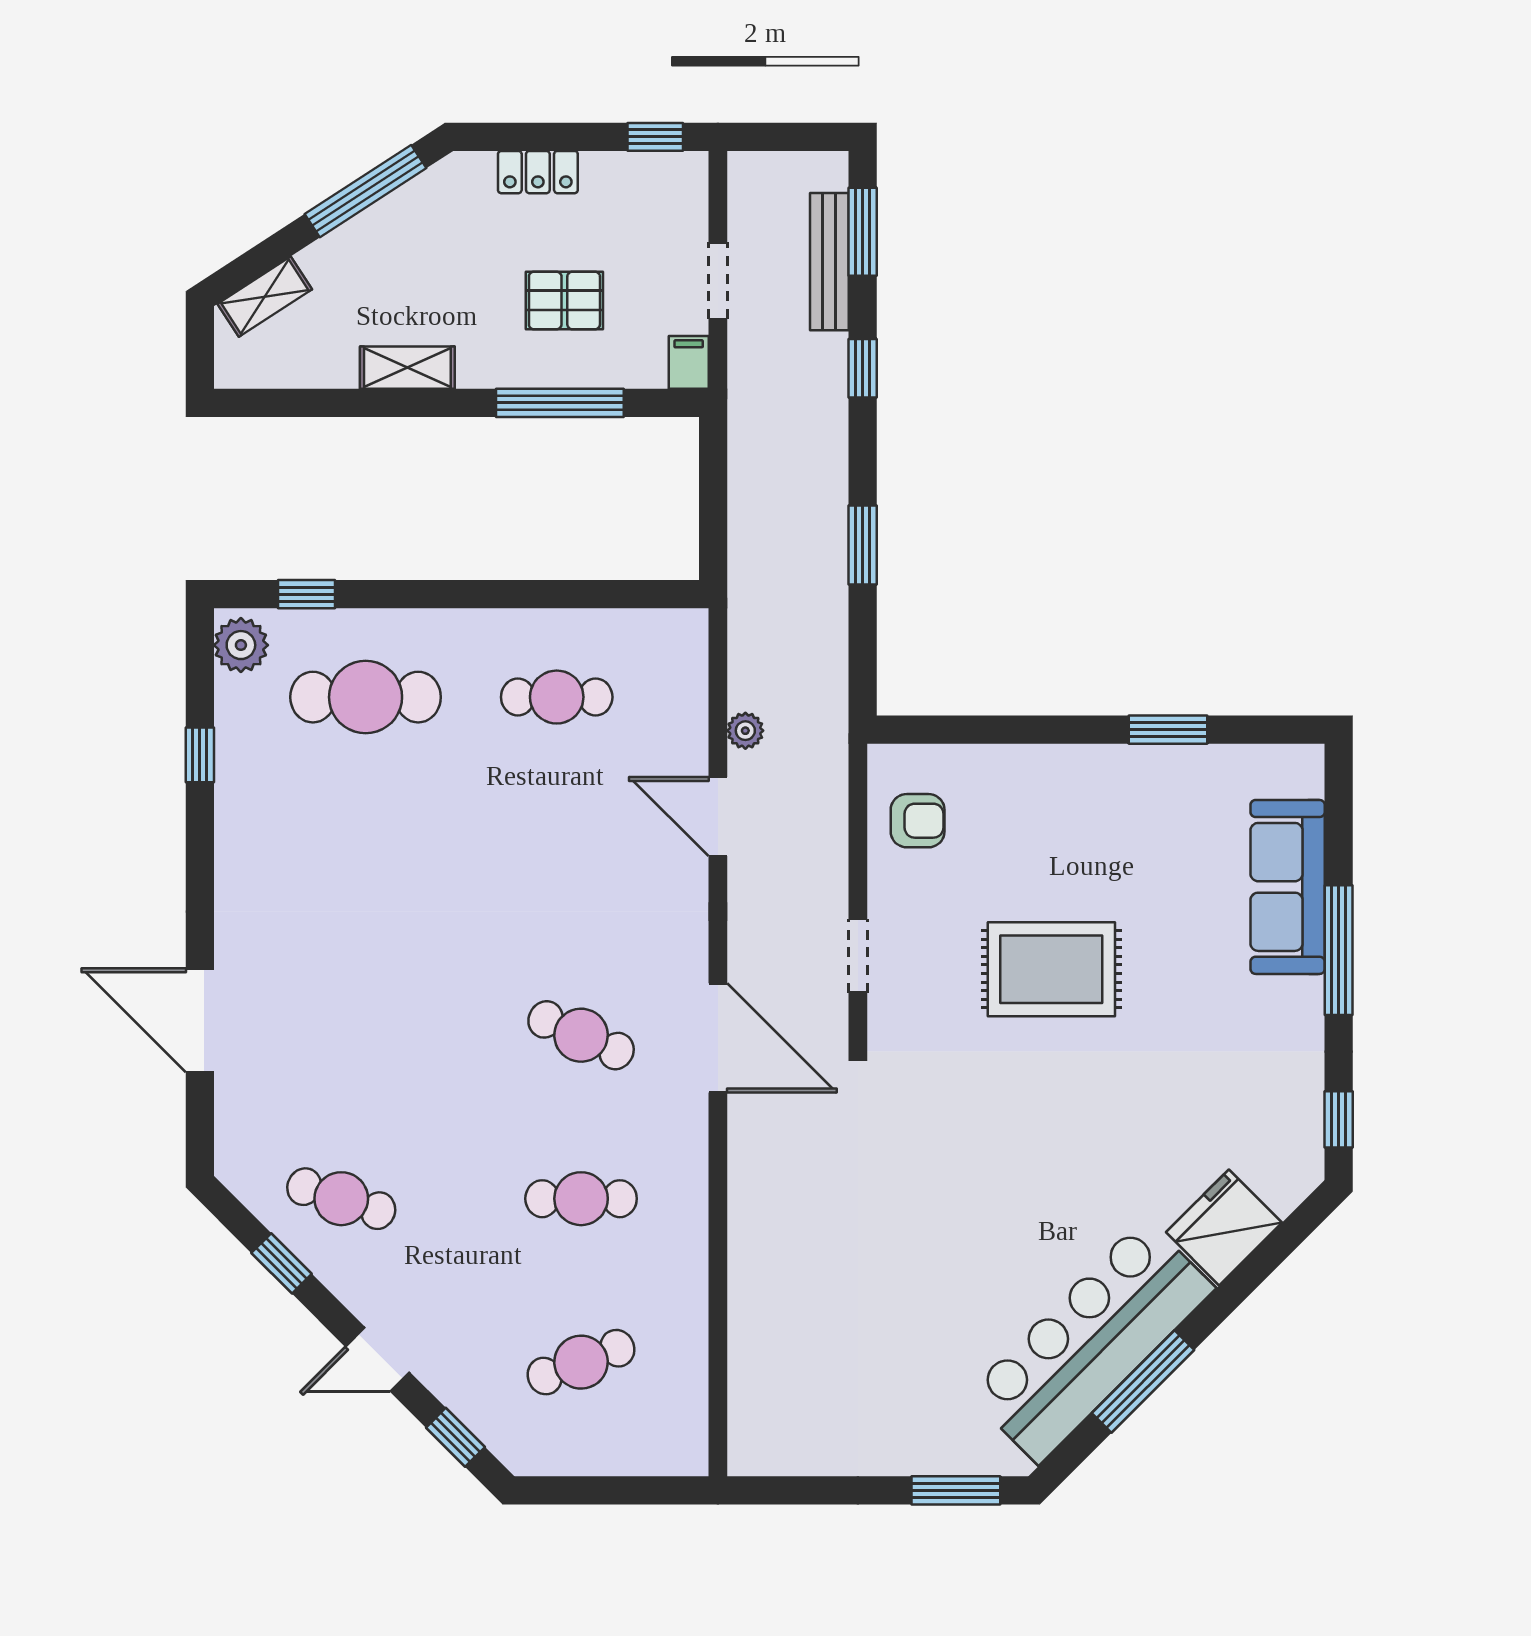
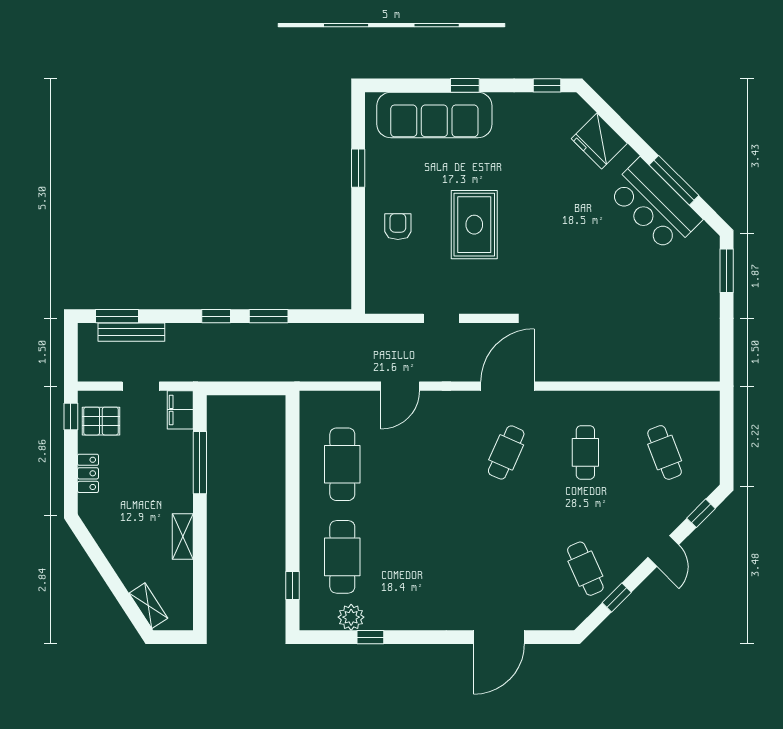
window: (365, 191) -> (97, 557), removed
pallet: (564, 300) -> (101, 421), moved, turned 90
filing cabinet: (689, 362) -> (180, 410), width x2.00
window: (863, 368) -> (216, 316), moved
plant: (241, 645) -> (351, 617), moved
cafe table: (557, 697) -> (342, 464), width x1.37, depth x1.35
plant: (745, 731) -> (359, 373), removed
armchair: (918, 821) -> (398, 227), moved
sofa: (1288, 887) -> (434, 115), width x1.36, depth x1.27
window: (1339, 950) -> (465, 85), width x0.46
doorway: (858, 956) -> (441, 318), moved
cafe table: (341, 1199) -> (585, 569), turned -42
bar counter: (1091, 1341) -> (654, 205), width x0.73

